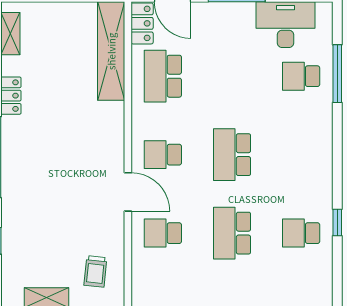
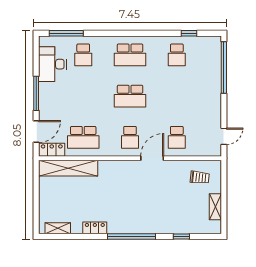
window: (337, 74) -> (66, 33), moved
window: (337, 222) -> (189, 33), moved
school desk: (232, 233) -> (130, 55), moved

